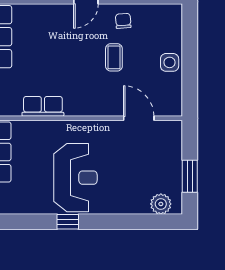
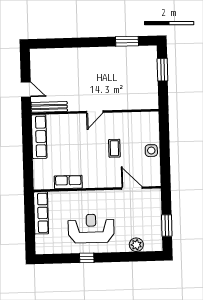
chair: (123, 21) -> (120, 124), removed
reception desk: (75, 178) -> (91, 229), turned -90
plant: (161, 204) -> (136, 245), moved

